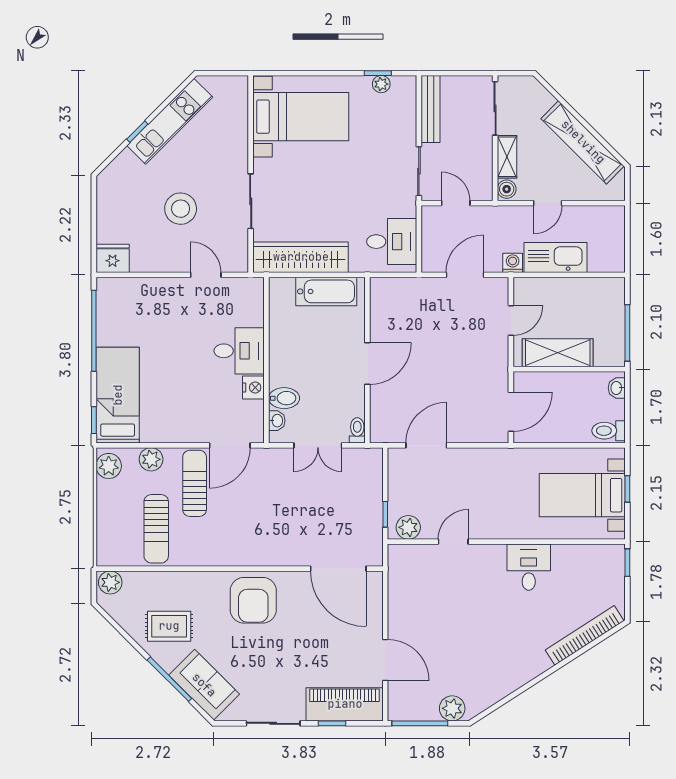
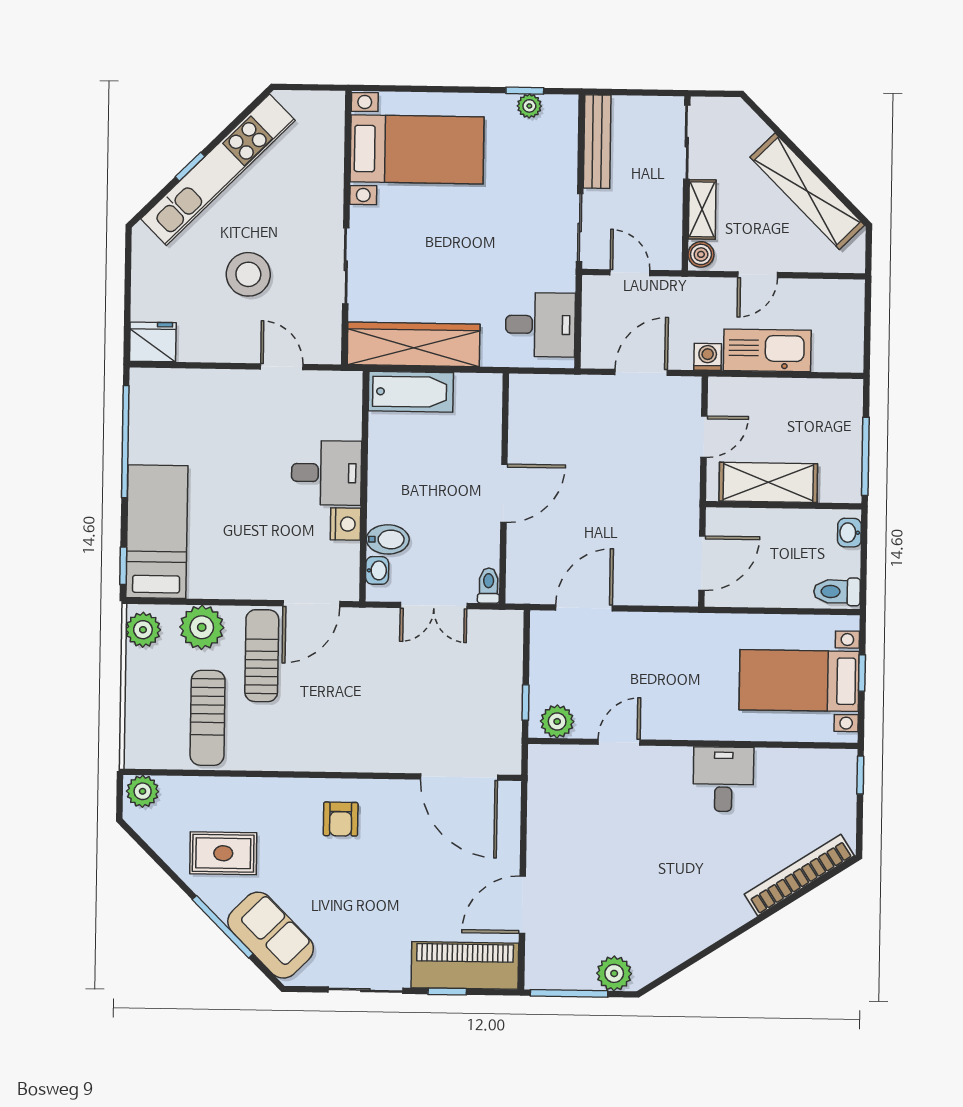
kitchen unit: (170, 121) -> (218, 170), width x1.36
bathtub: (326, 291) -> (411, 392), moved
plant: (151, 459) -> (202, 627), width x1.36, depth x1.36
armchair: (253, 600) -> (341, 819), width x0.53, depth x0.53
door: (385, 660) -> (522, 905), swing flipped

